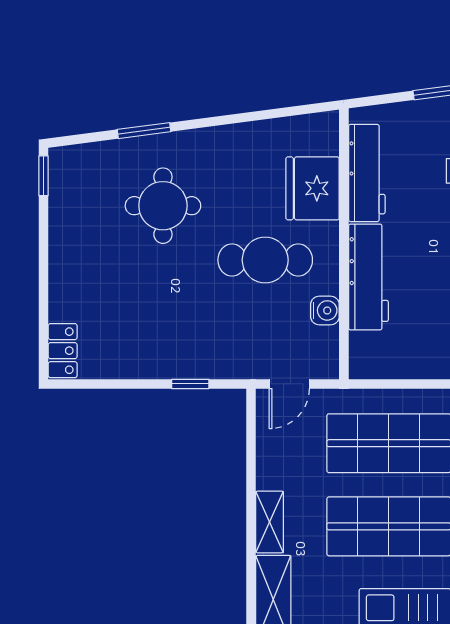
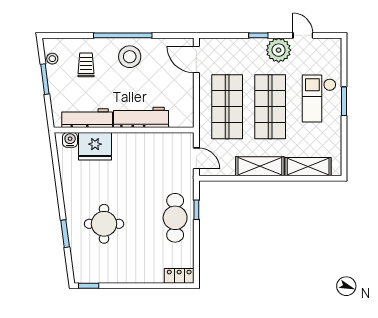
cafe table: (265, 260) -> (175, 218), moved
water cooler: (325, 310) -> (70, 140), moved
shelving: (270, 522) -> (260, 166), width x1.50, depth x1.33

